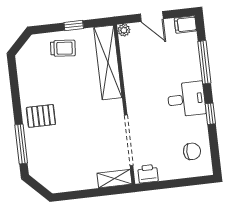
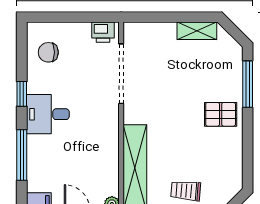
shelving: (115, 179) -> (197, 31), moved

